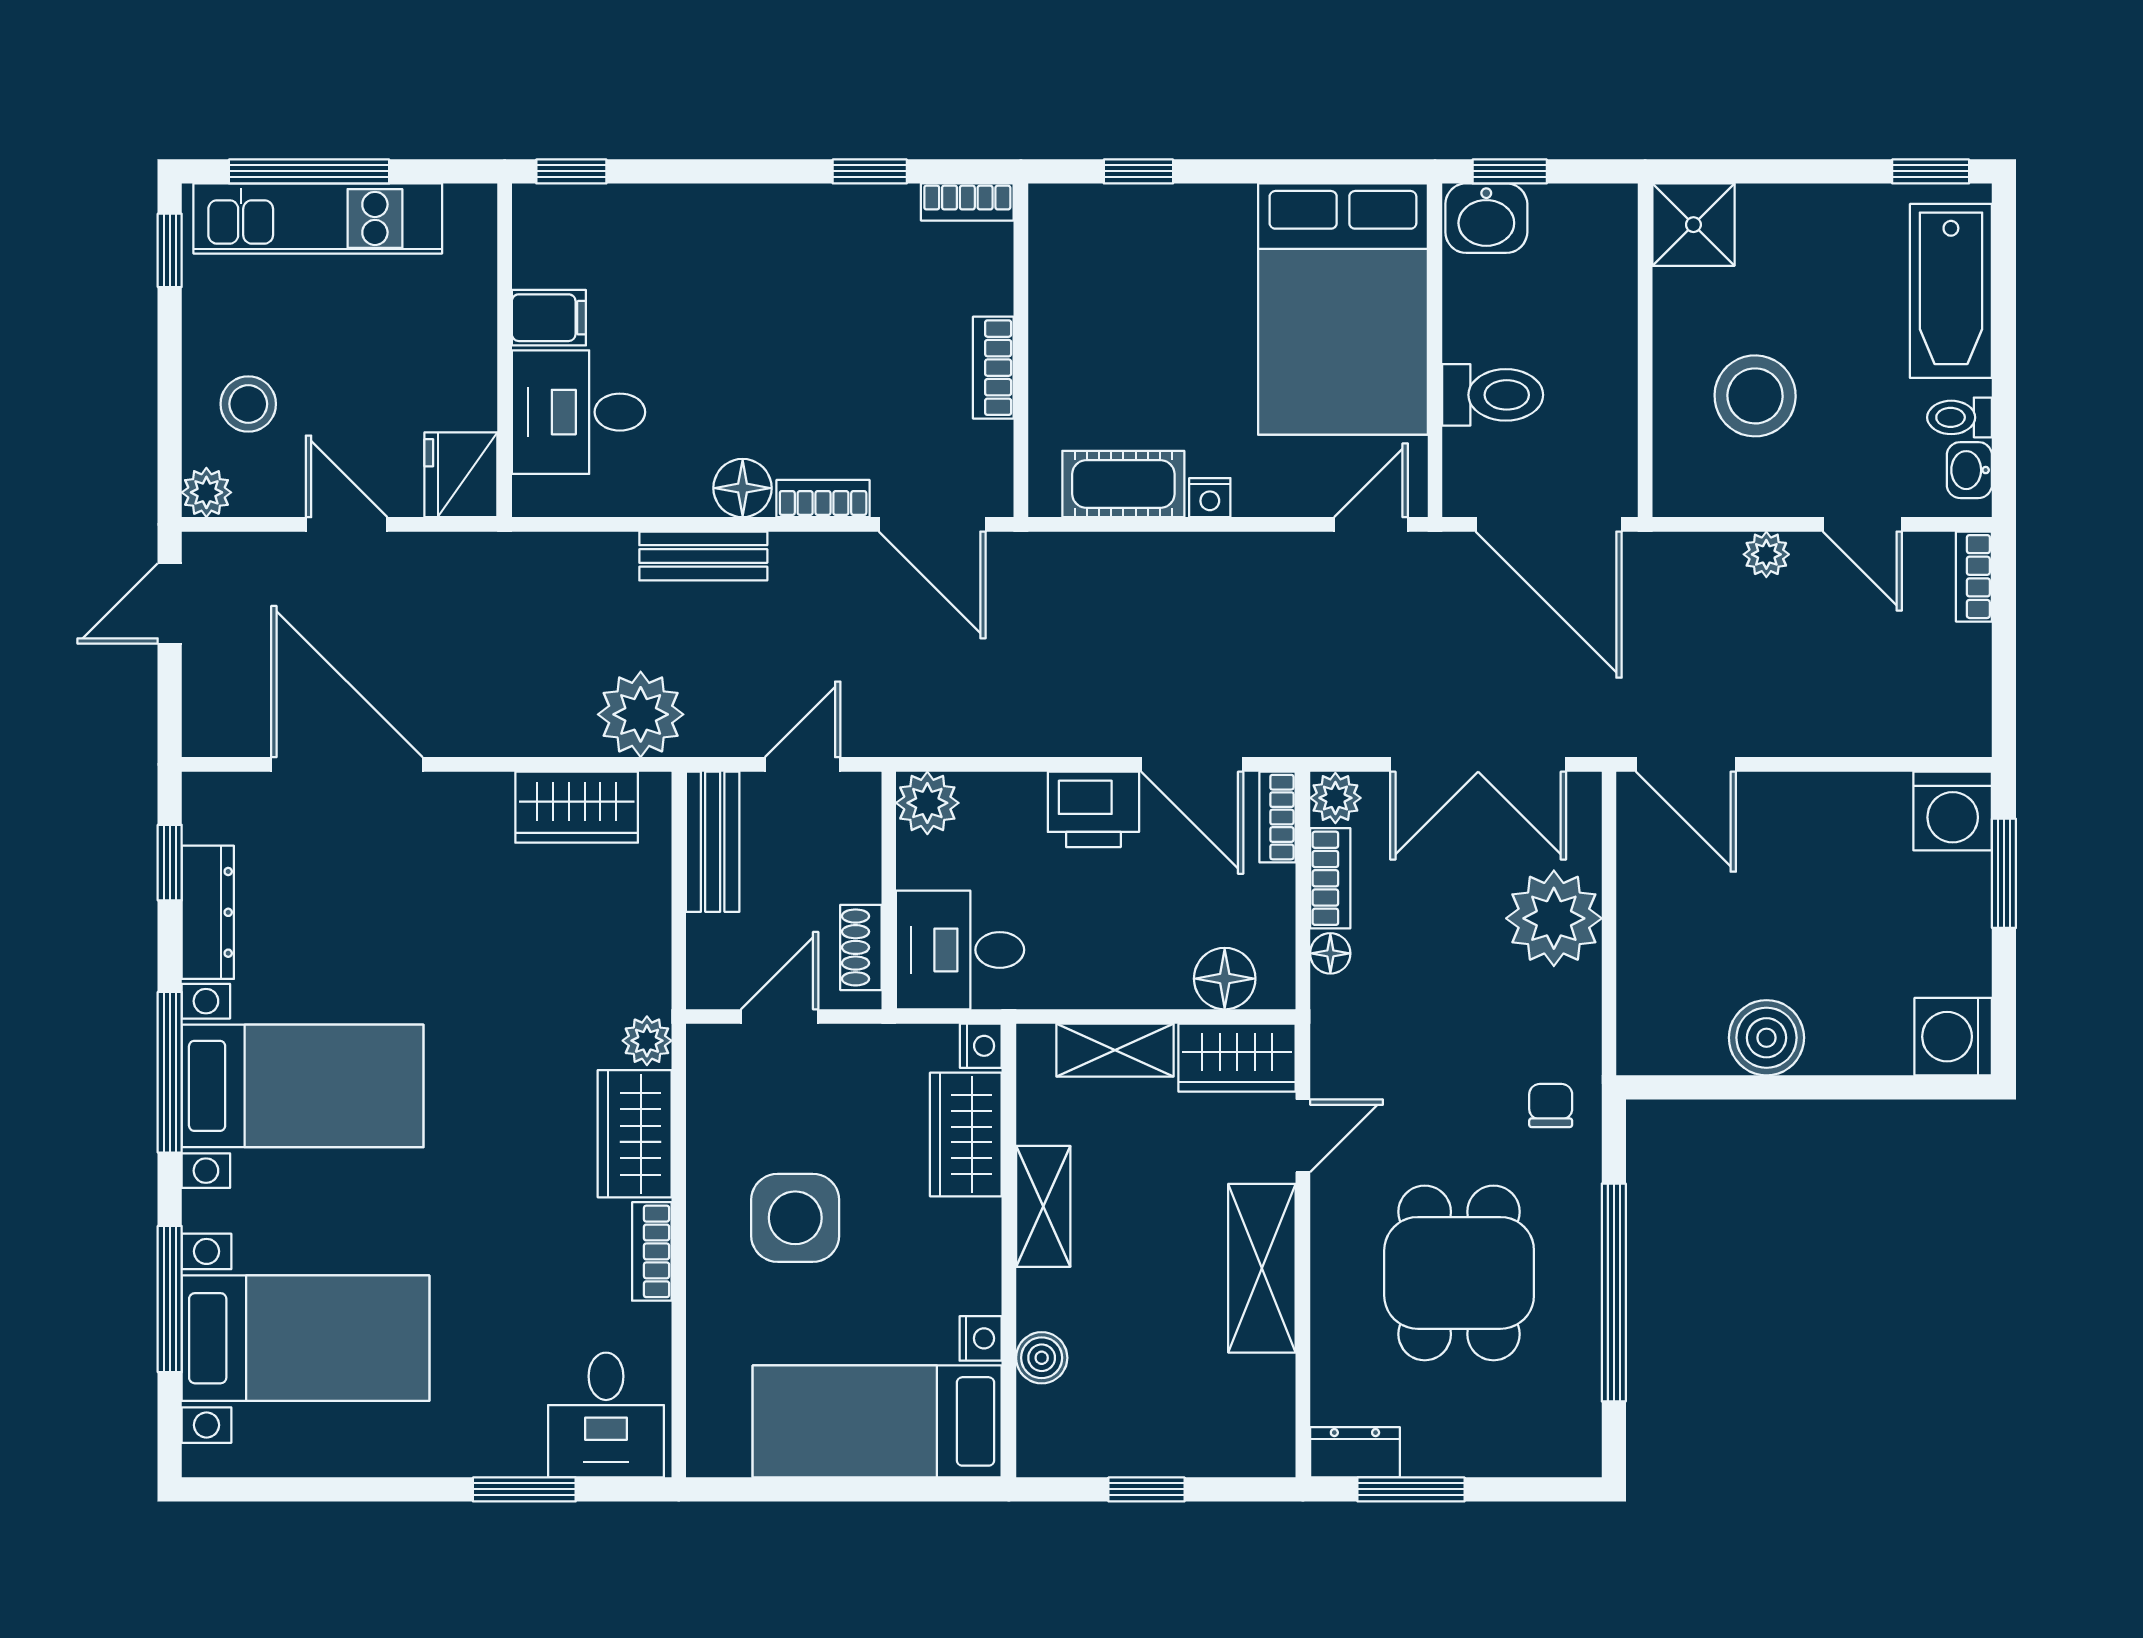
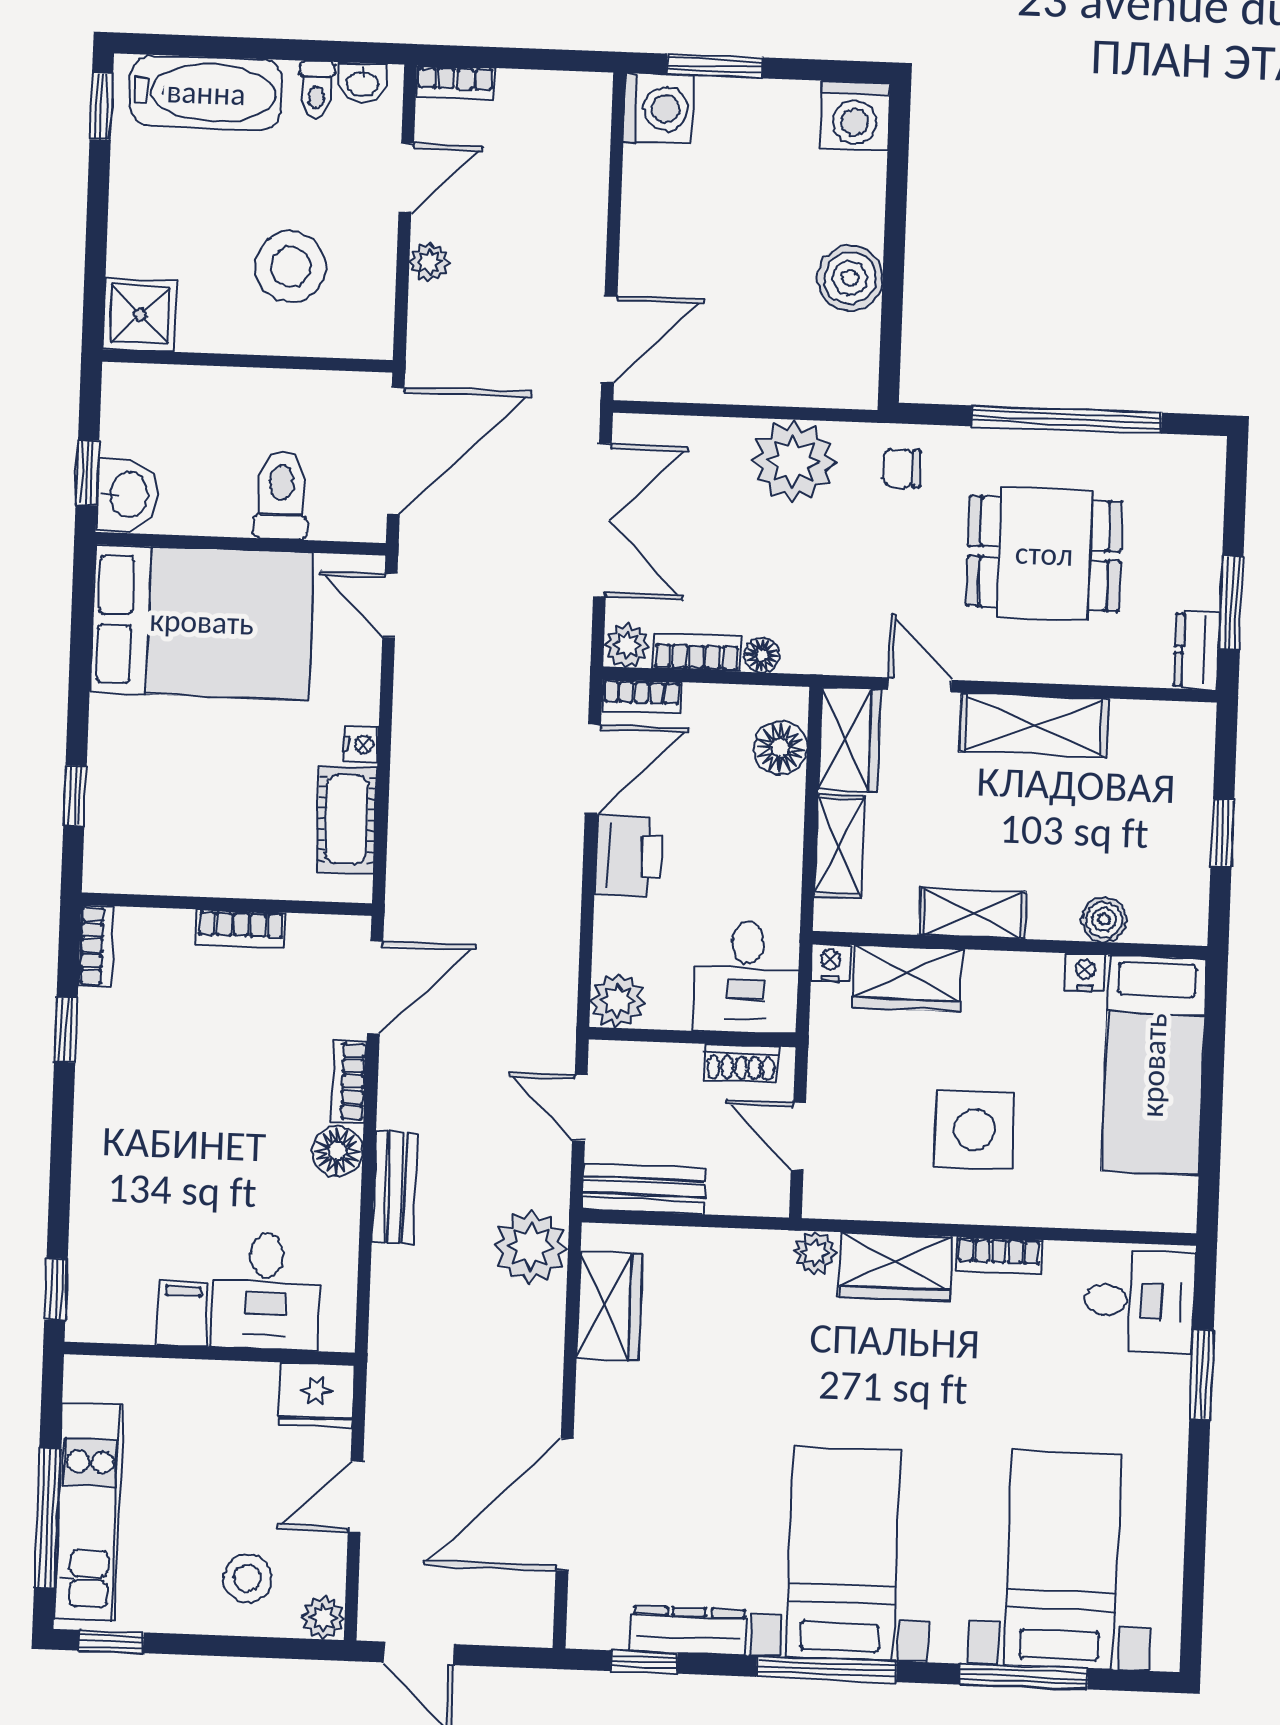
plant: (1554, 918) -> (793, 461), moved

